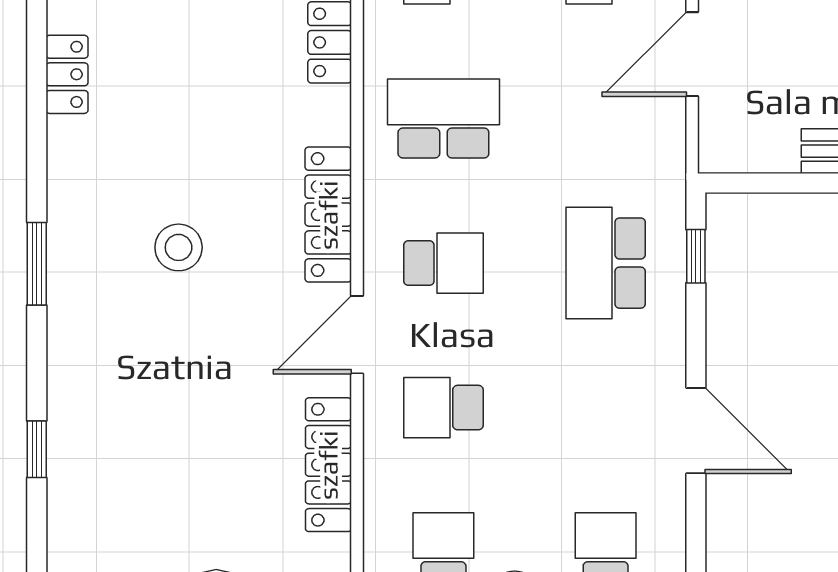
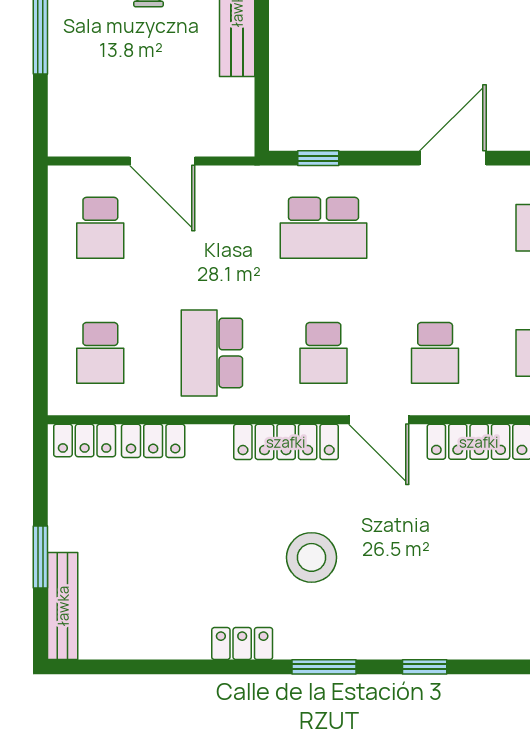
locker: (67, 74) -> (242, 644), moved
stool: (179, 247) -> (311, 557), width x1.38, depth x1.38
school desk: (443, 263) -> (323, 353), turned 180
window: (37, 449) -> (425, 667), moved

